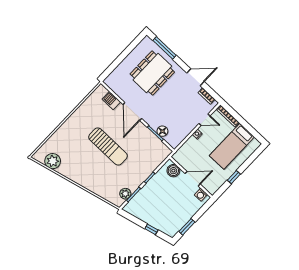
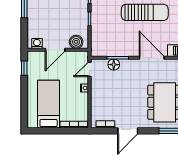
door: (205, 120) -> (89, 69), moved
sun lounger: (108, 146) -> (145, 12), turned 180
window: (234, 177) -> (24, 68), moved

